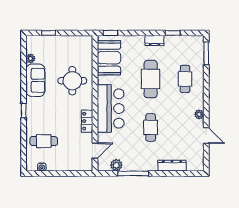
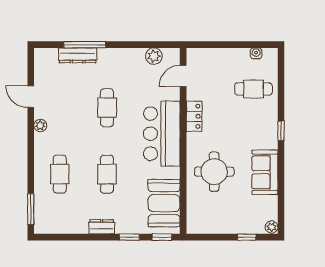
window: (173, 33) -> (129, 237), moved
plant: (30, 58) -> (272, 227), moved
cafe table: (151, 79) -> (107, 174), width x0.73, depth x0.74
window: (133, 173) -> (85, 45), moved

